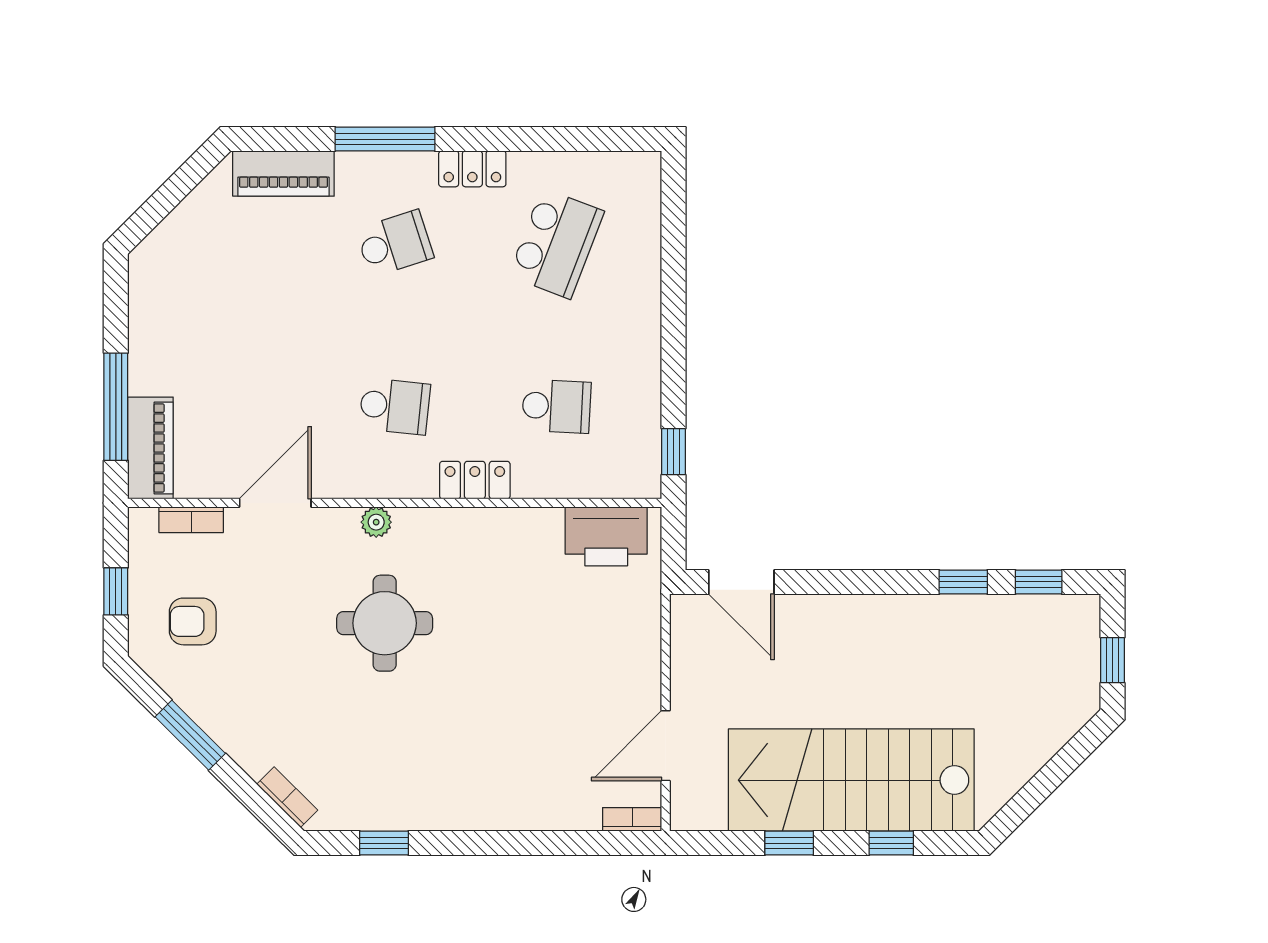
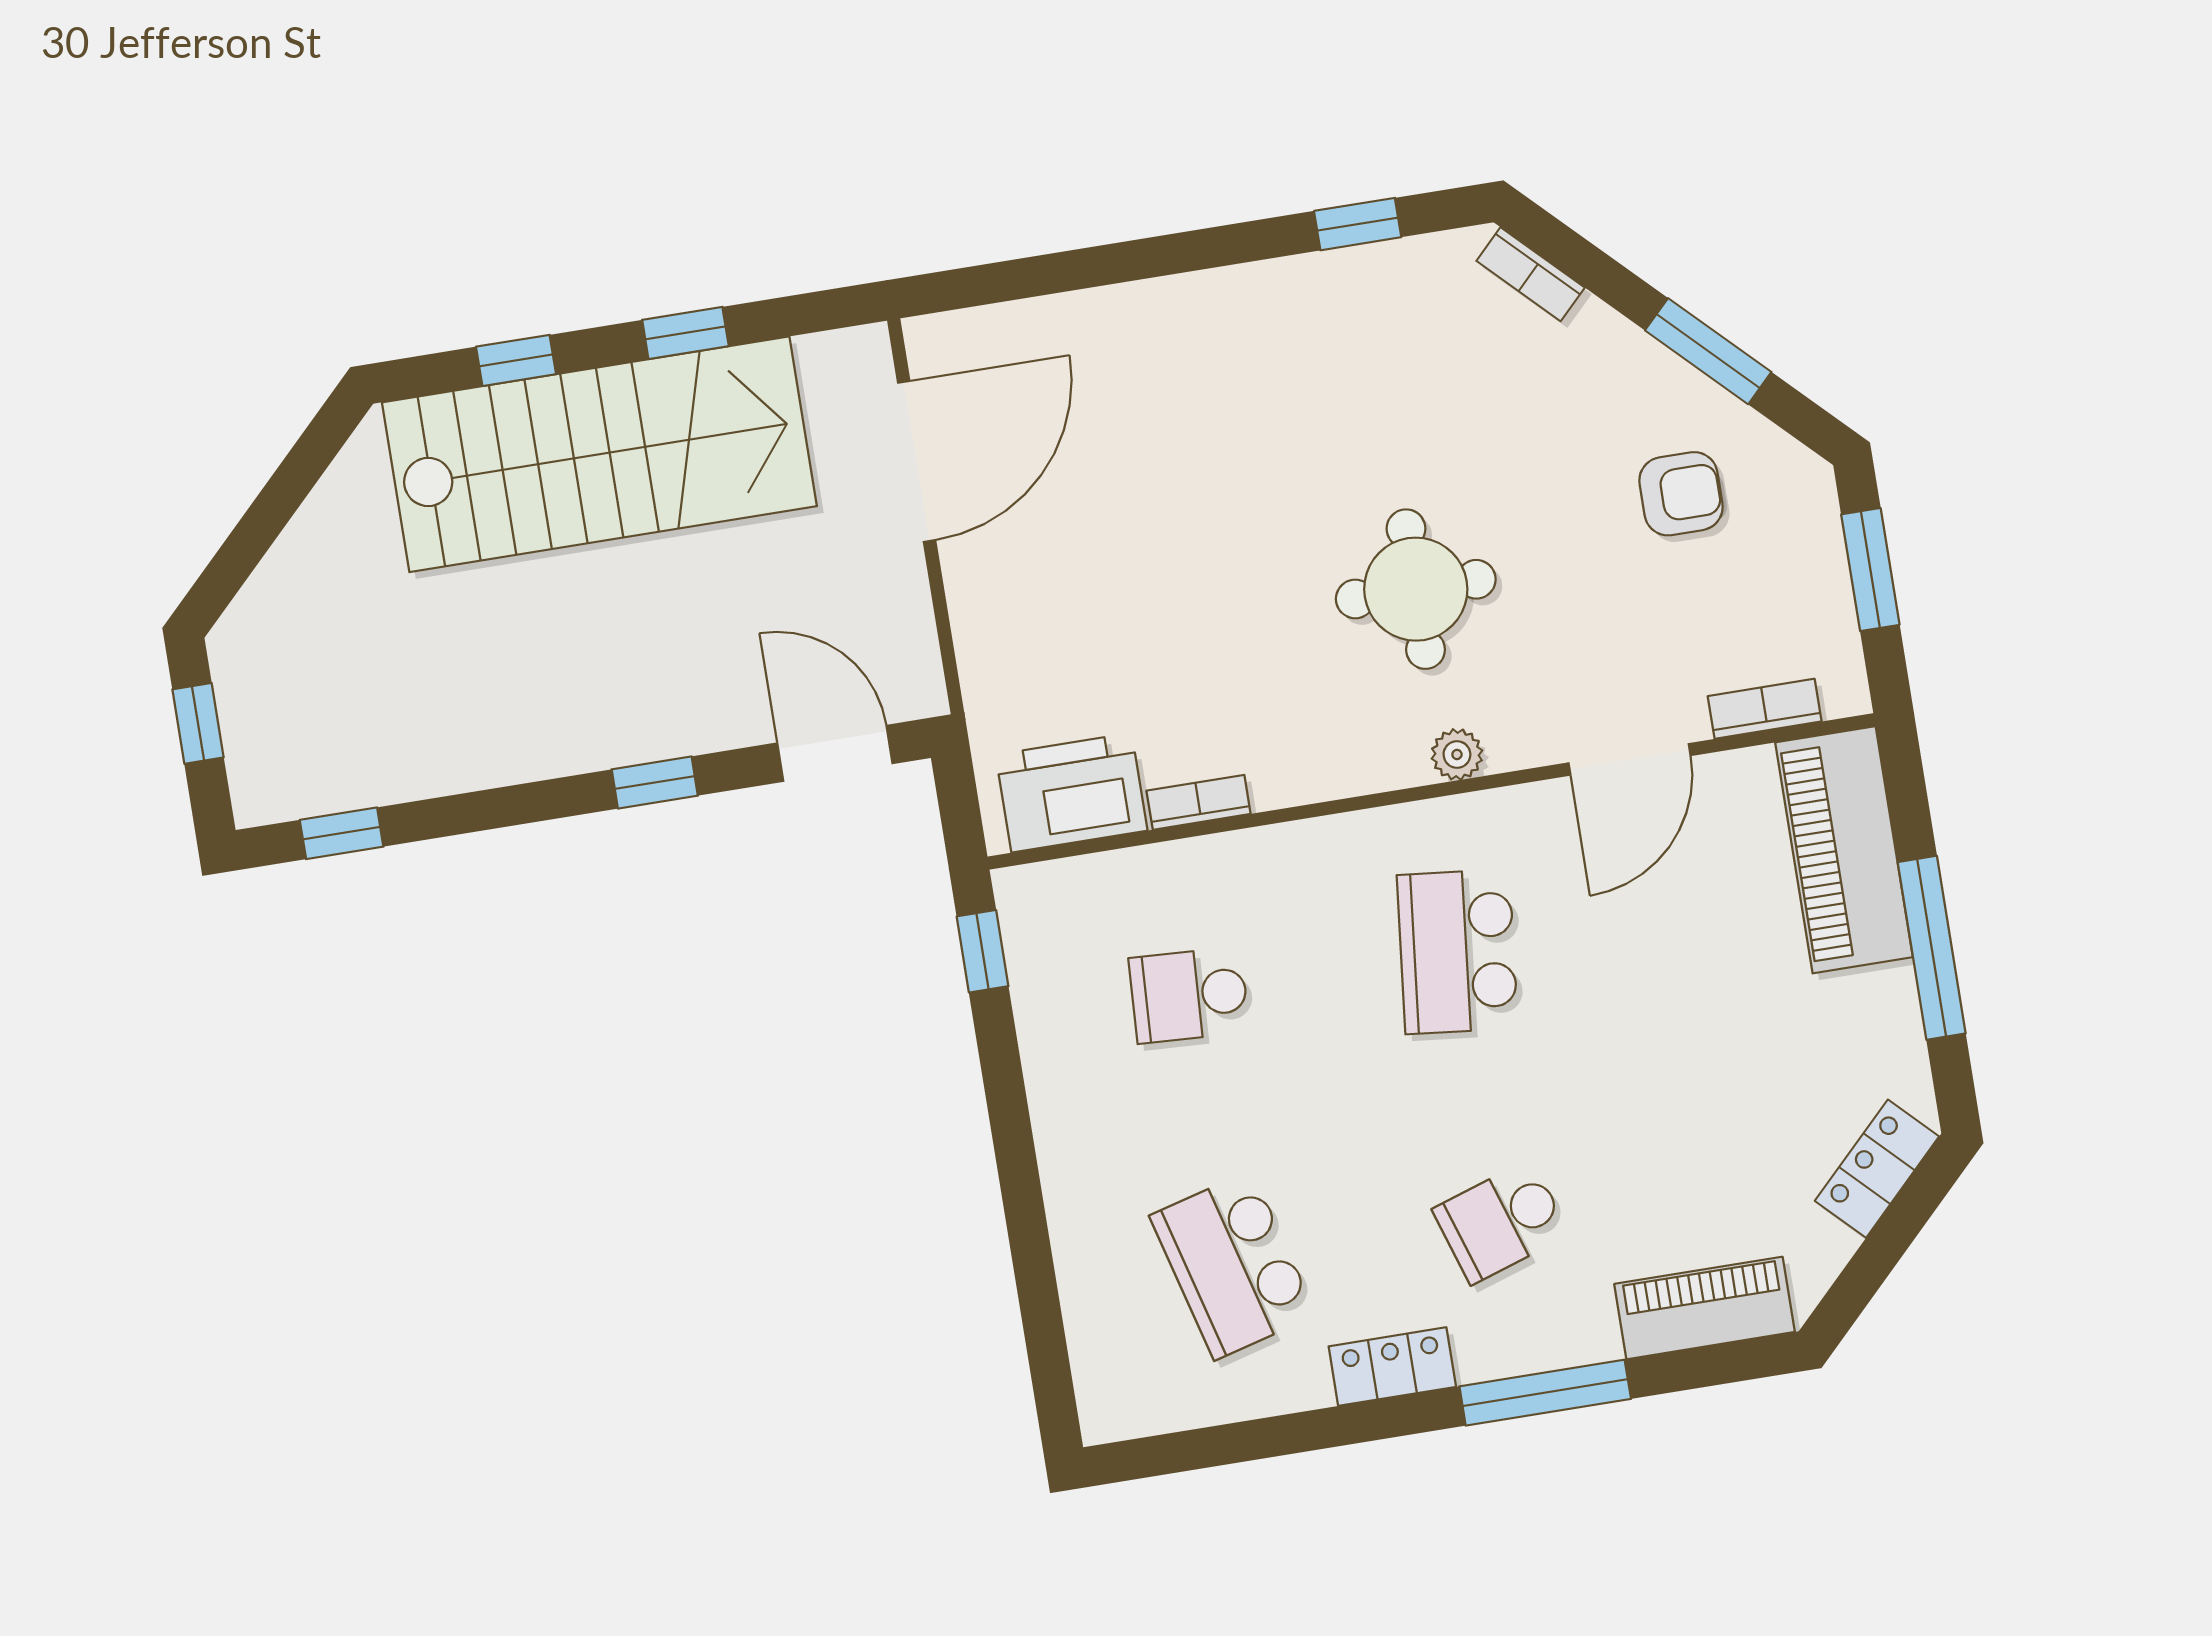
school desk: (556, 243) -> (1233, 1265), turned -36
school desk: (395, 406) -> (1457, 952), width x1.85
window: (116, 407) -> (1932, 948), moved
piano: (150, 448) -> (1844, 850), width x1.37, depth x1.33
locker: (475, 480) -> (1877, 1169), moved, turned 135
window: (963, 582) -> (655, 782), moved
window: (116, 591) -> (1870, 570), width x1.50
armchair: (193, 621) -> (1681, 494), moved
door: (666, 746) -> (917, 461), width x1.36
bookcase: (632, 819) -> (1199, 802), moved, turned 180

